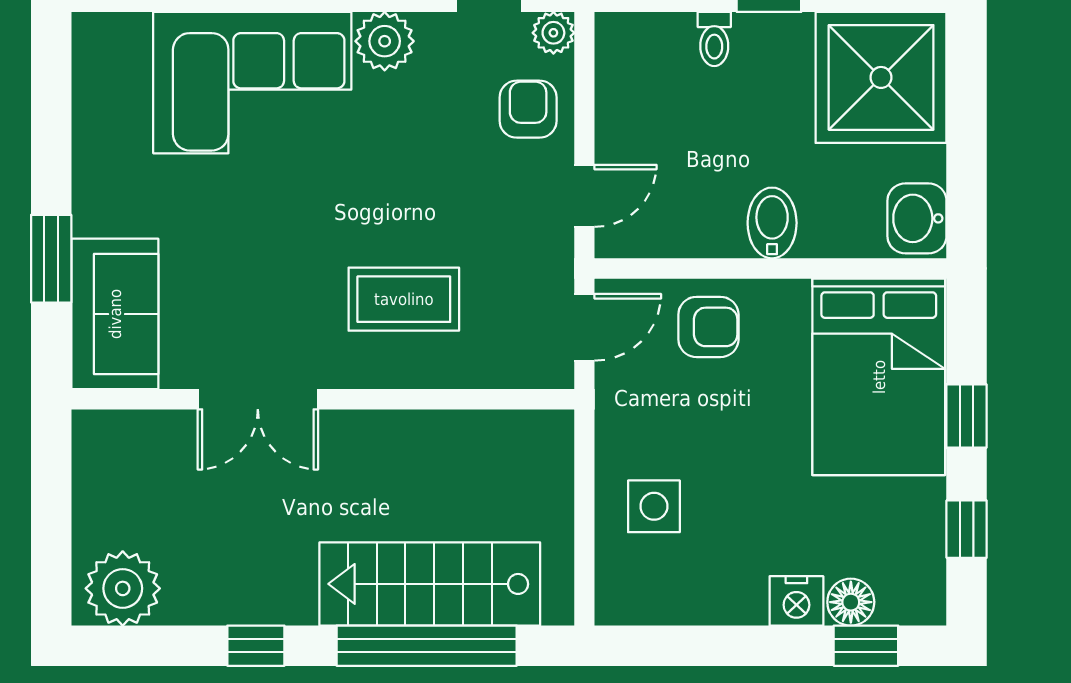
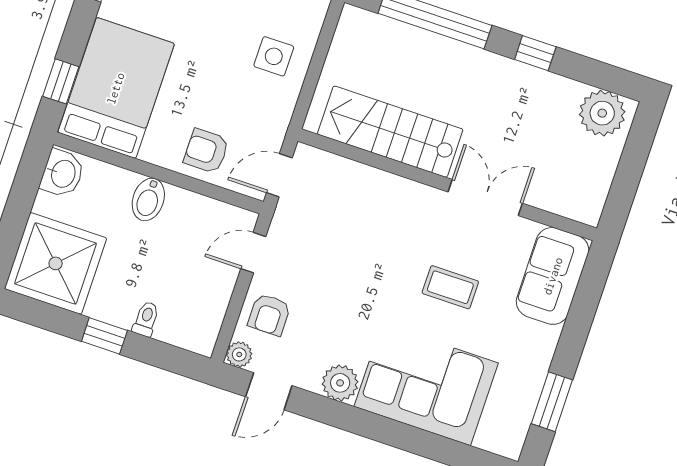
window: (51, 259) -> (552, 402), moved
coffee table: (404, 299) -> (450, 287), moved, width x0.73, depth x0.77
window: (967, 416) -> (61, 81), moved
stairs: (430, 584) -> (390, 132), moved, turned 180

